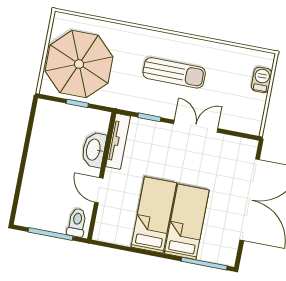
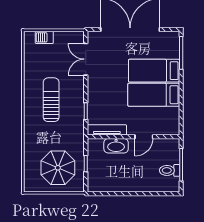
parasol: (79, 64) -> (58, 168), width x0.73, depth x0.73
double door: (196, 126) -> (86, 59), moved
toilet: (77, 223) -> (170, 170), moved

